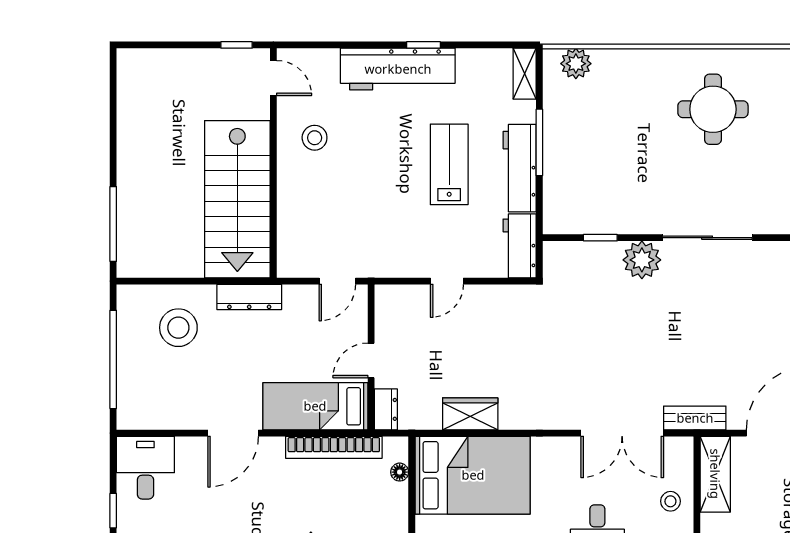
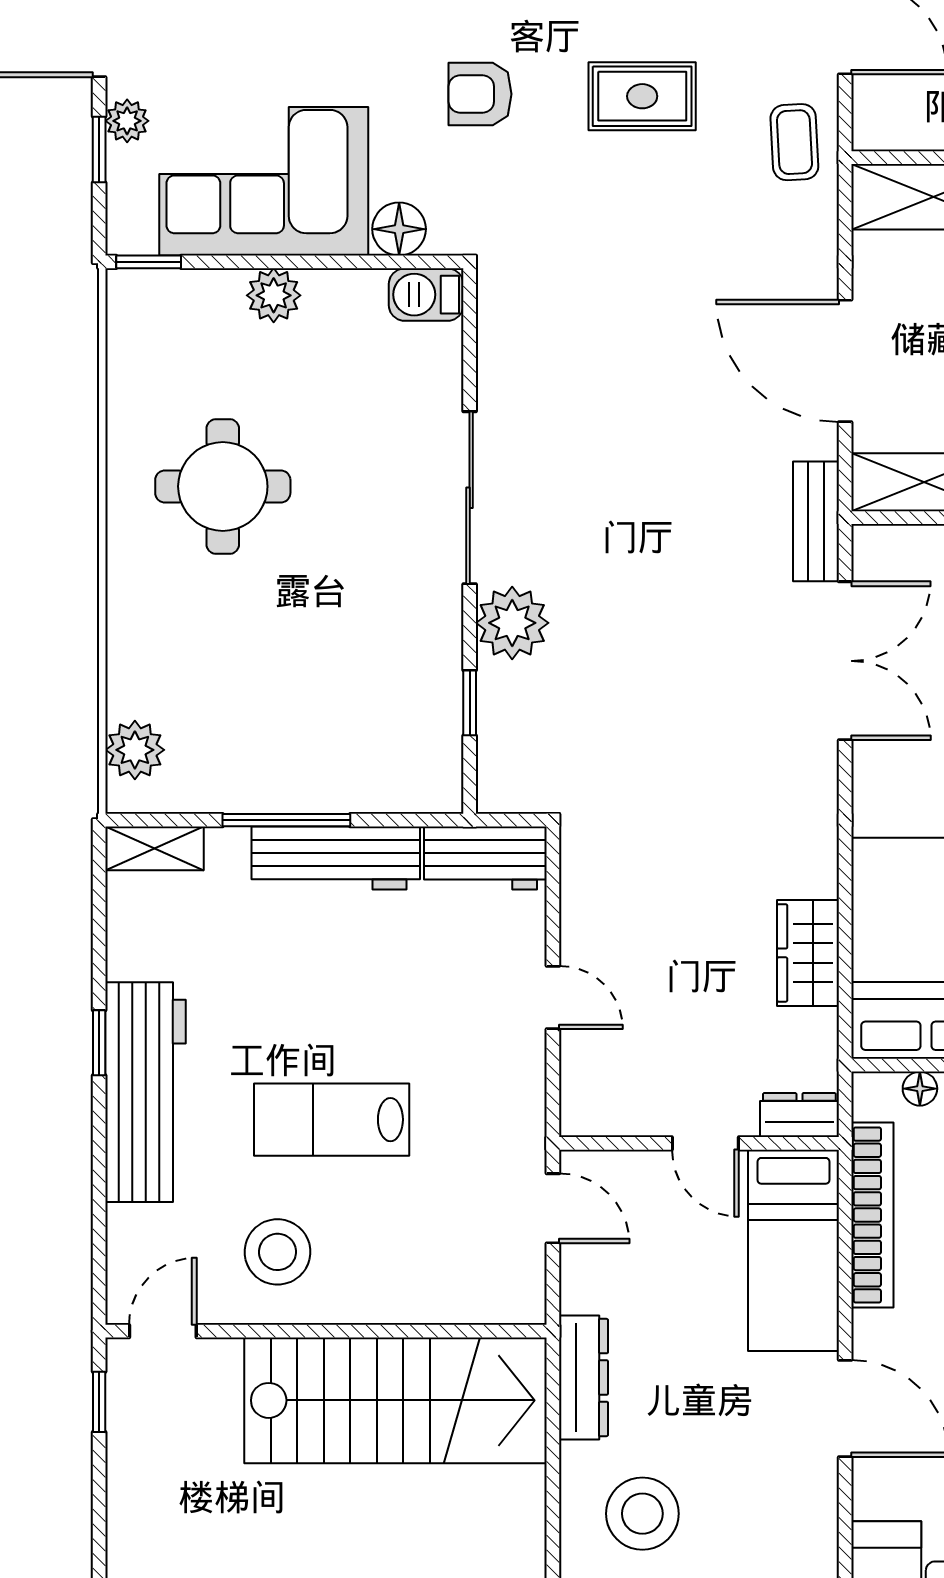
stool: (315, 138) -> (278, 1252), width x1.38, depth x1.38
lab bench: (449, 164) -> (332, 1120), moved

